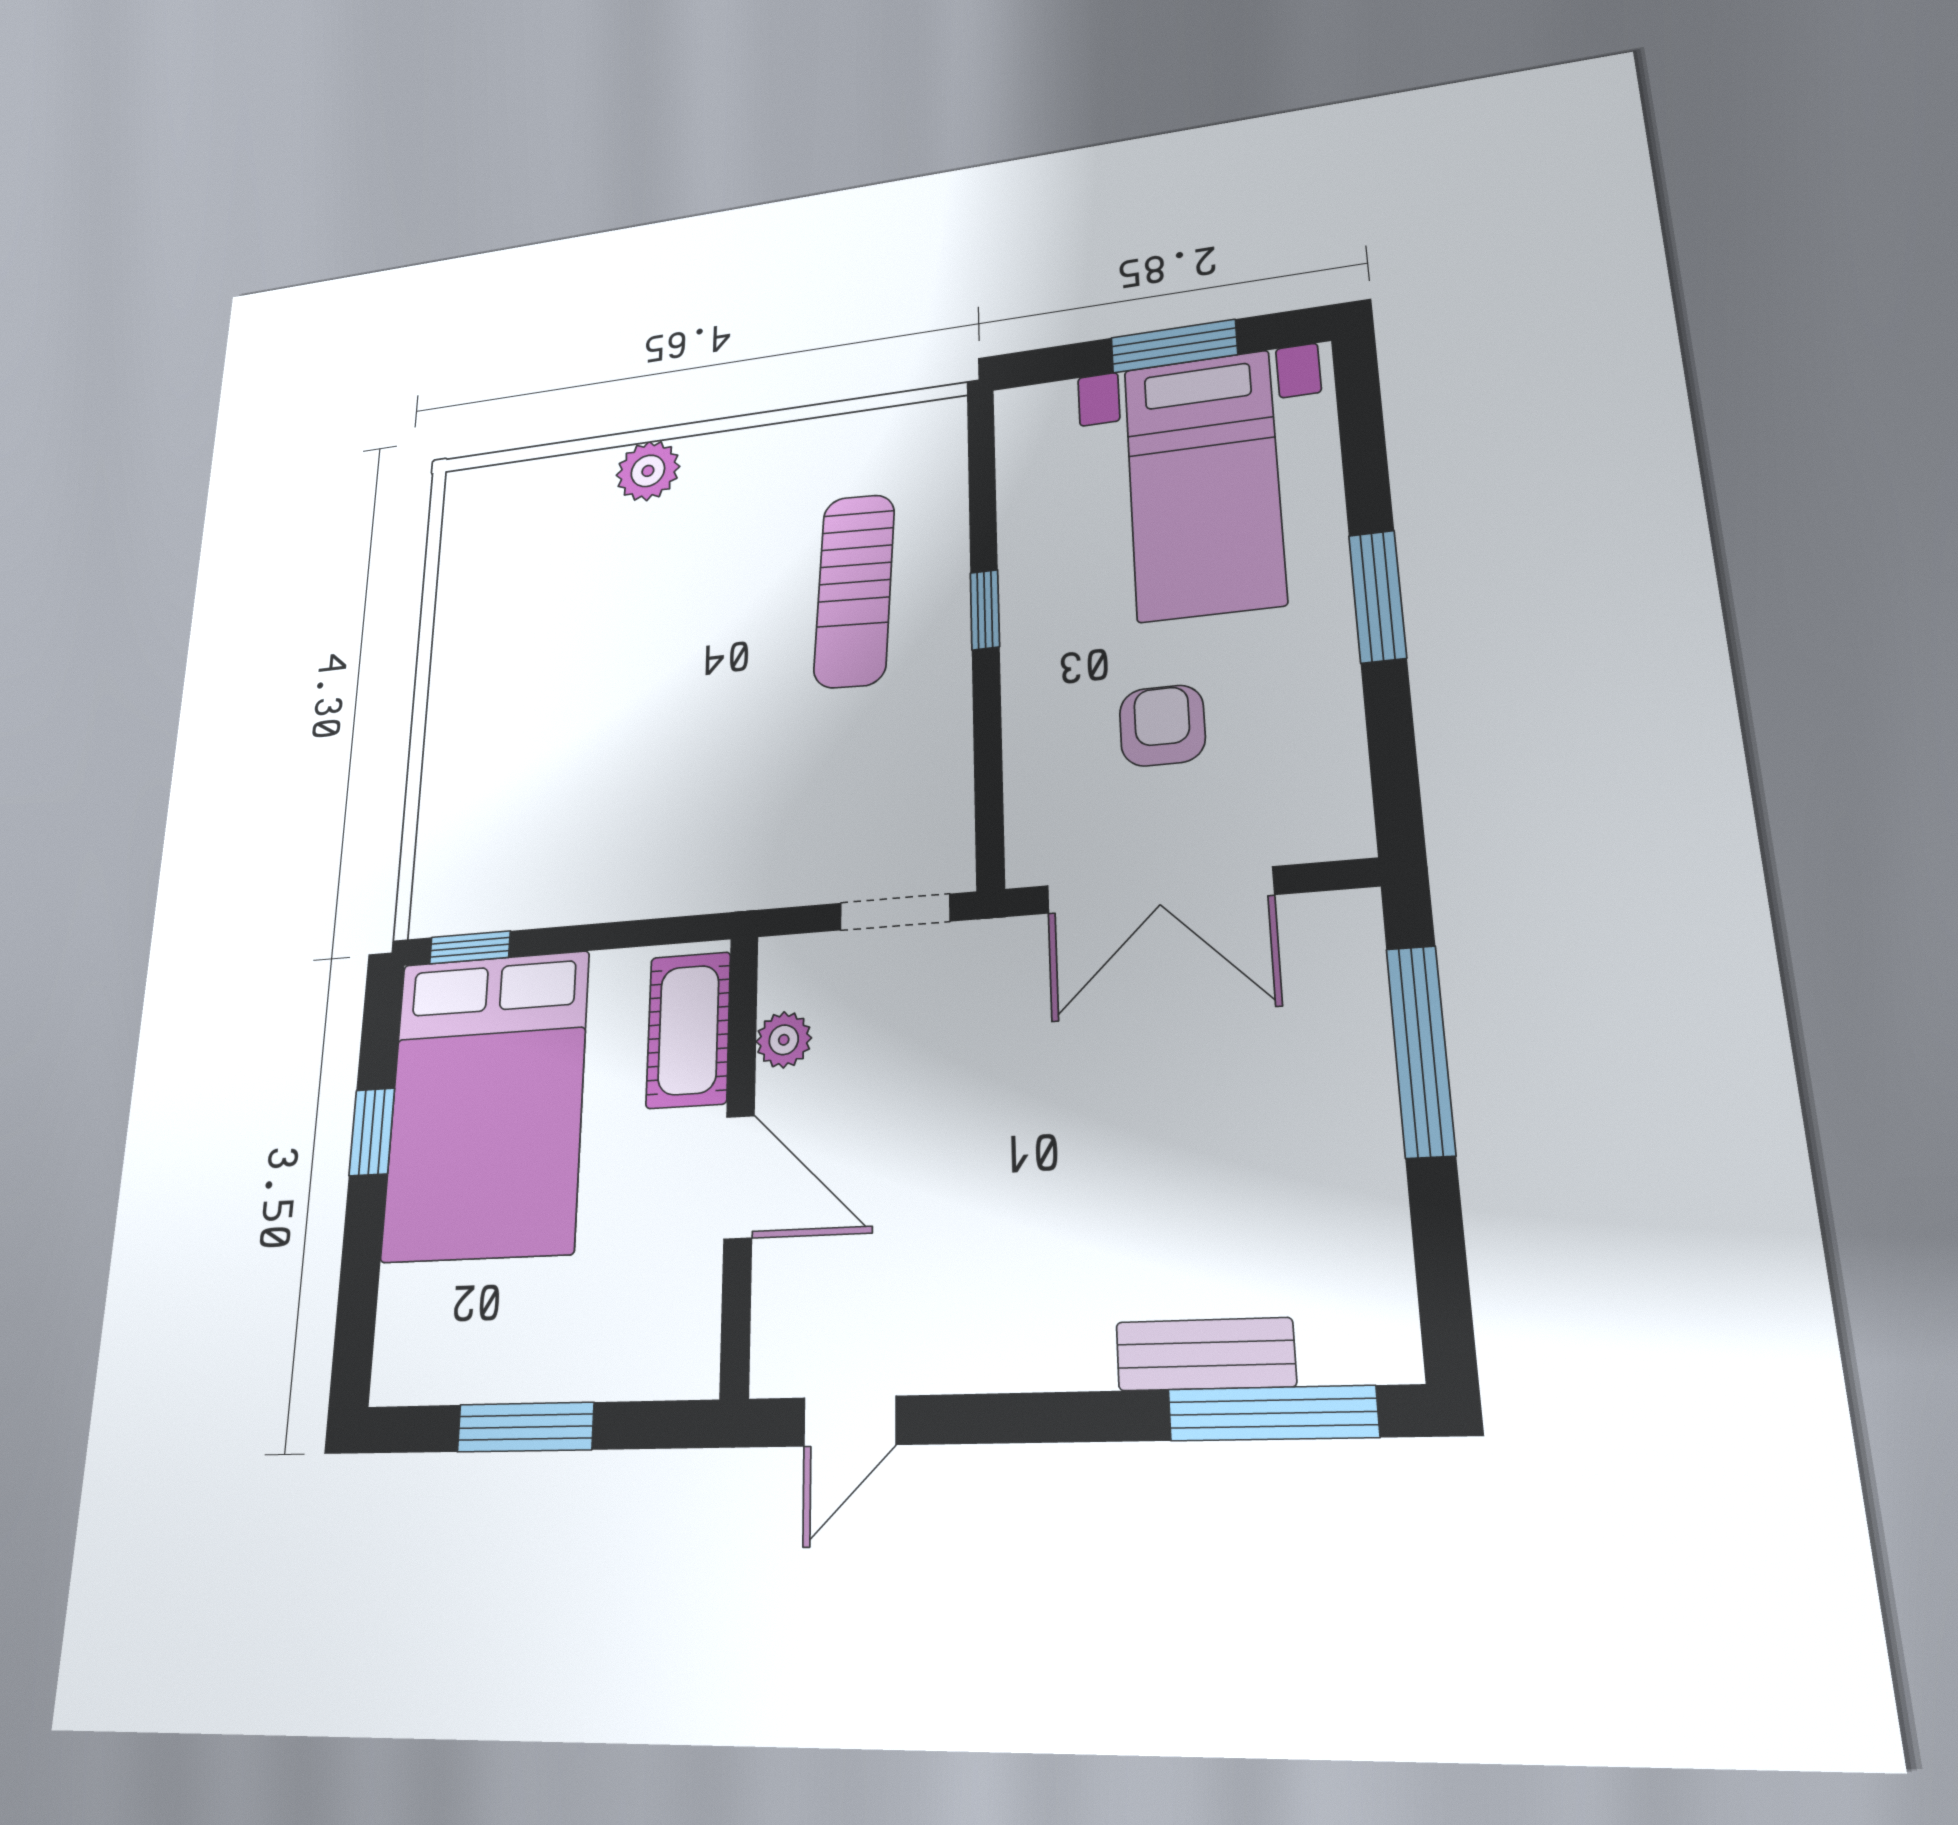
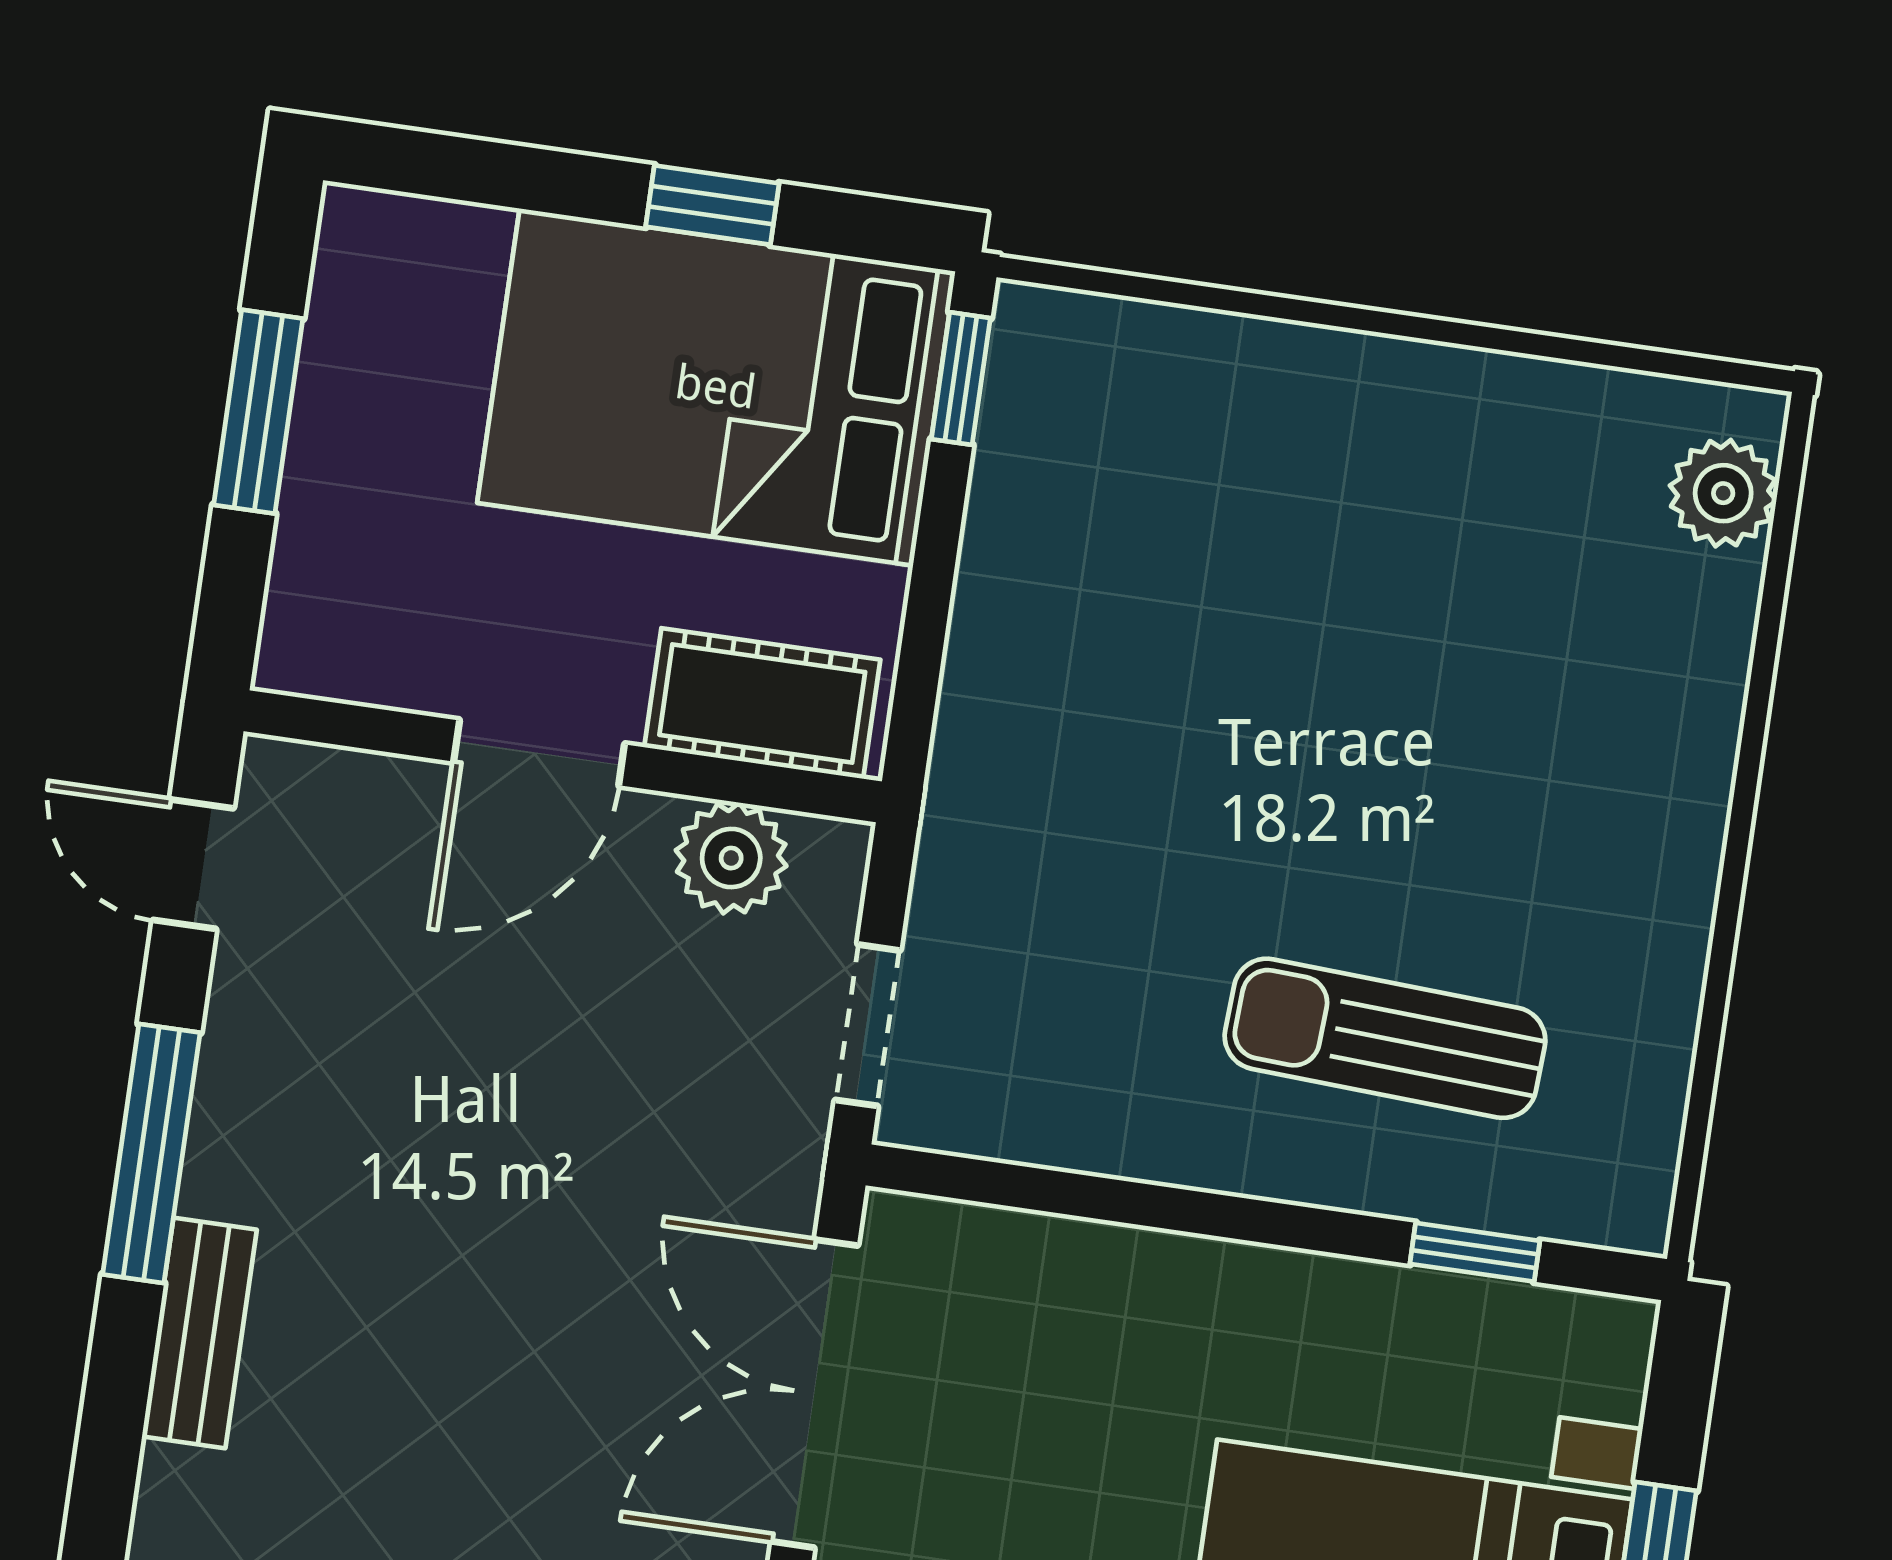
plant: (648, 471) -> (1723, 493), moved
window: (985, 610) -> (1475, 1252), moved
armchair: (1162, 726) -> (1052, 1444), removed
plant: (784, 1040) -> (731, 858), width x1.38, depth x1.38
window: (1272, 1413) -> (151, 1154), moved

